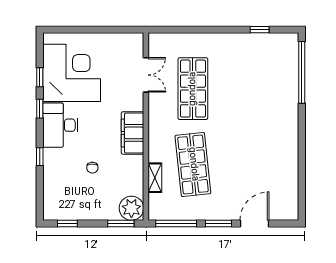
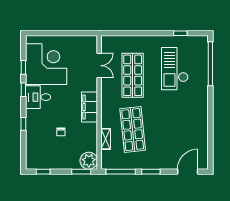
checkout: (252, 79) -> (175, 69), added
desk: (60, 125) -> (38, 97), width x0.73
door: (254, 223) -> (188, 172), moved

